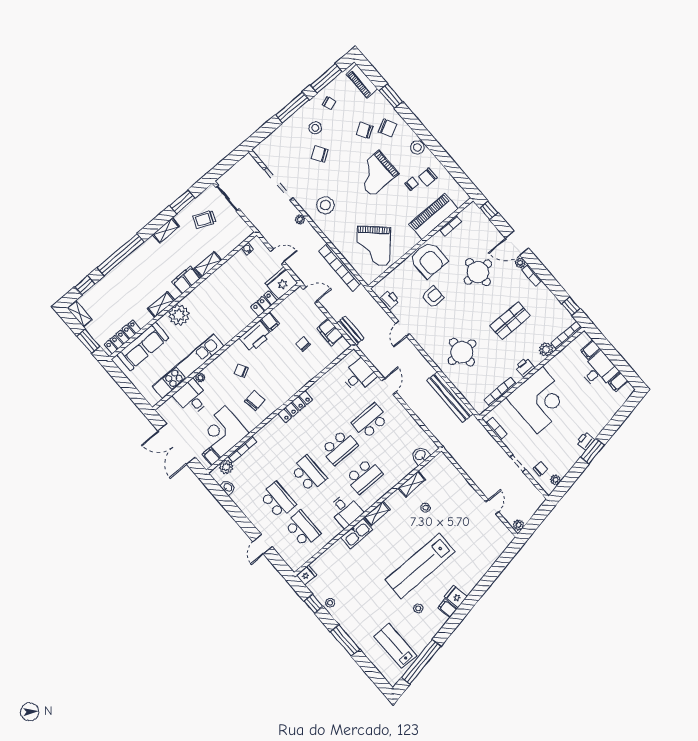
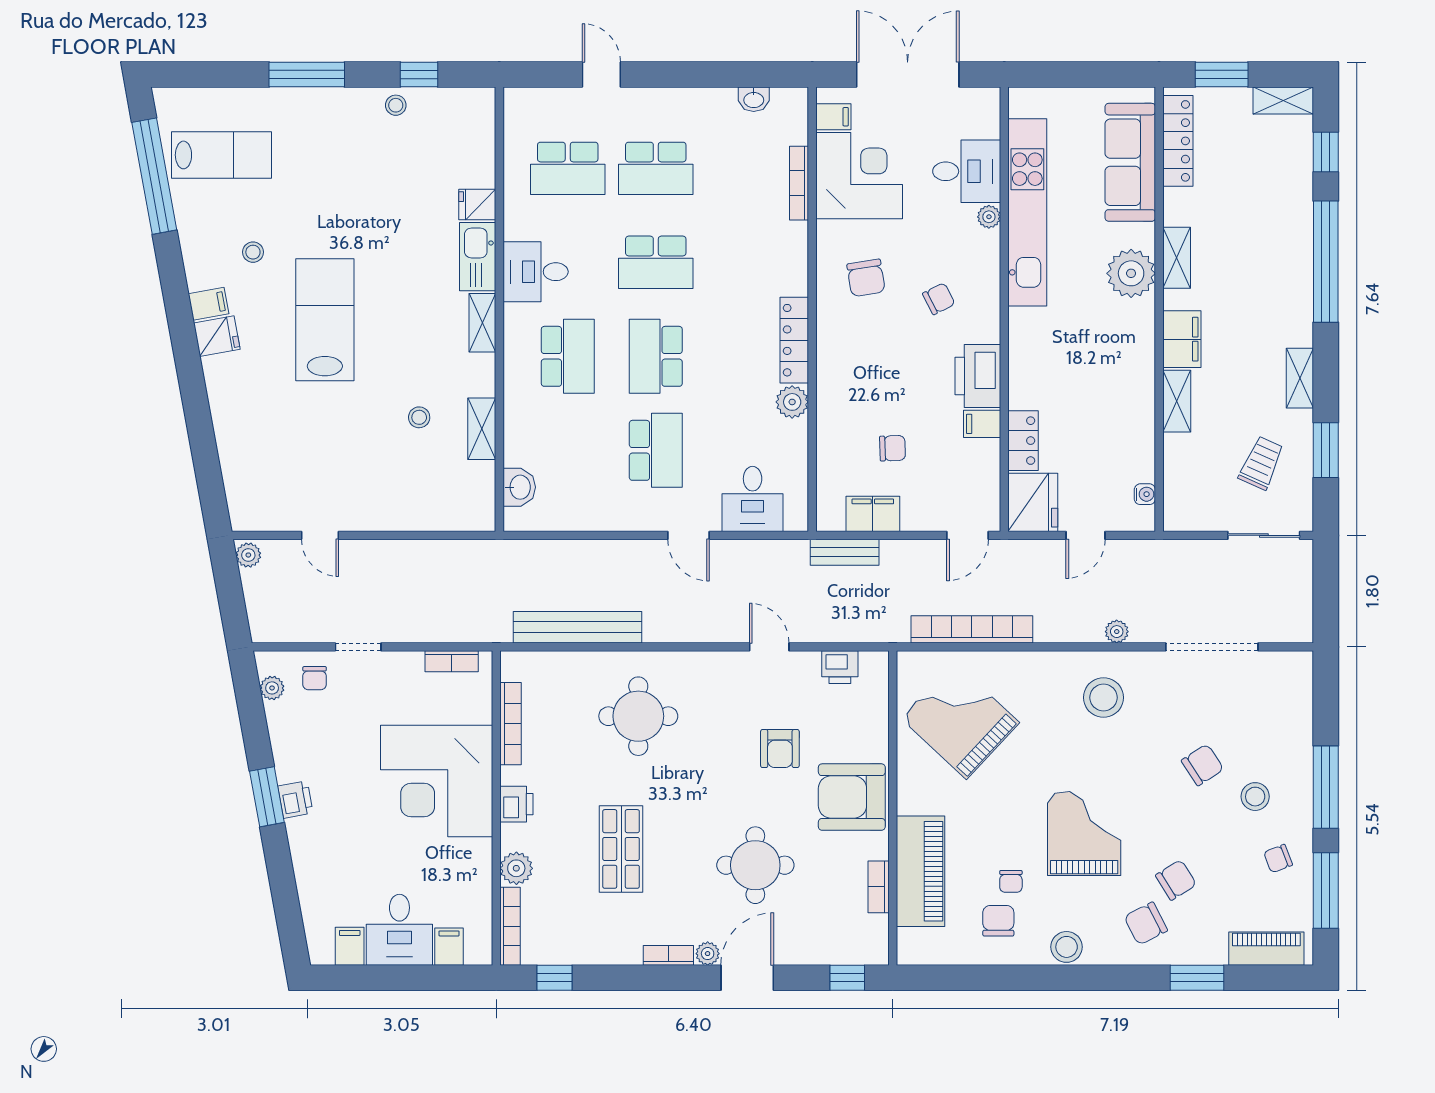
plant: (226, 467) -> (792, 402), moved
school desk: (364, 476) -> (568, 356), turned 180
lab bench: (420, 566) -> (325, 320), width x0.73
fridge: (306, 575) -> (477, 205), moved, turned 90

